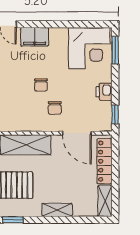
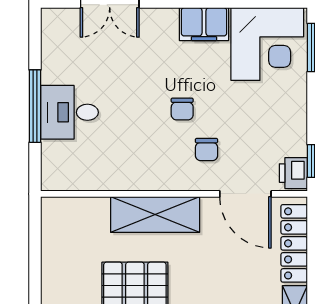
filing cabinet: (35, 37) -> (204, 24), moved
printer: (104, 92) -> (293, 173), moved

